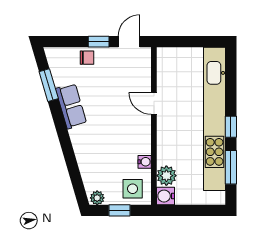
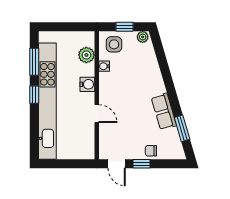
door: (129, 42) -> (117, 164), hinge flipped
water cooler: (165, 196) -> (87, 84), moved

